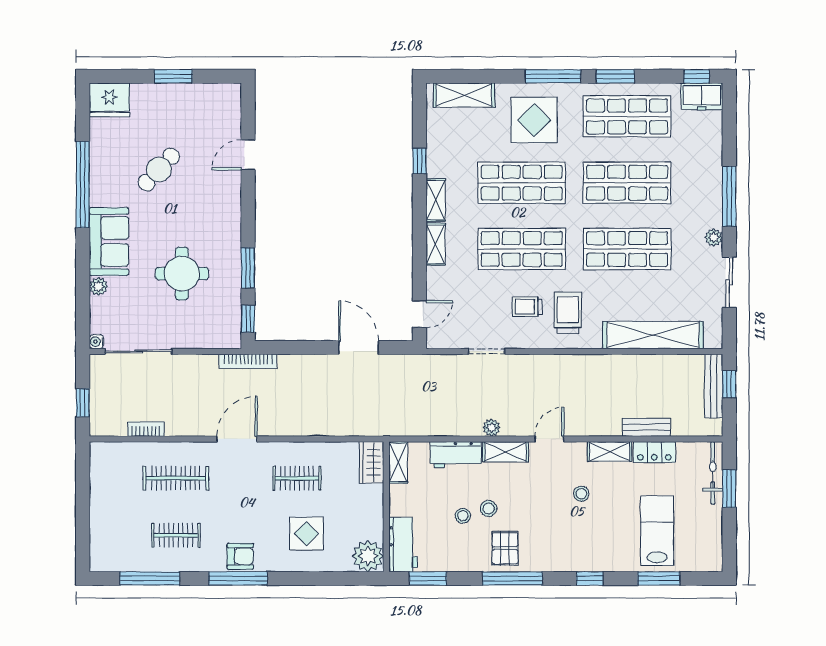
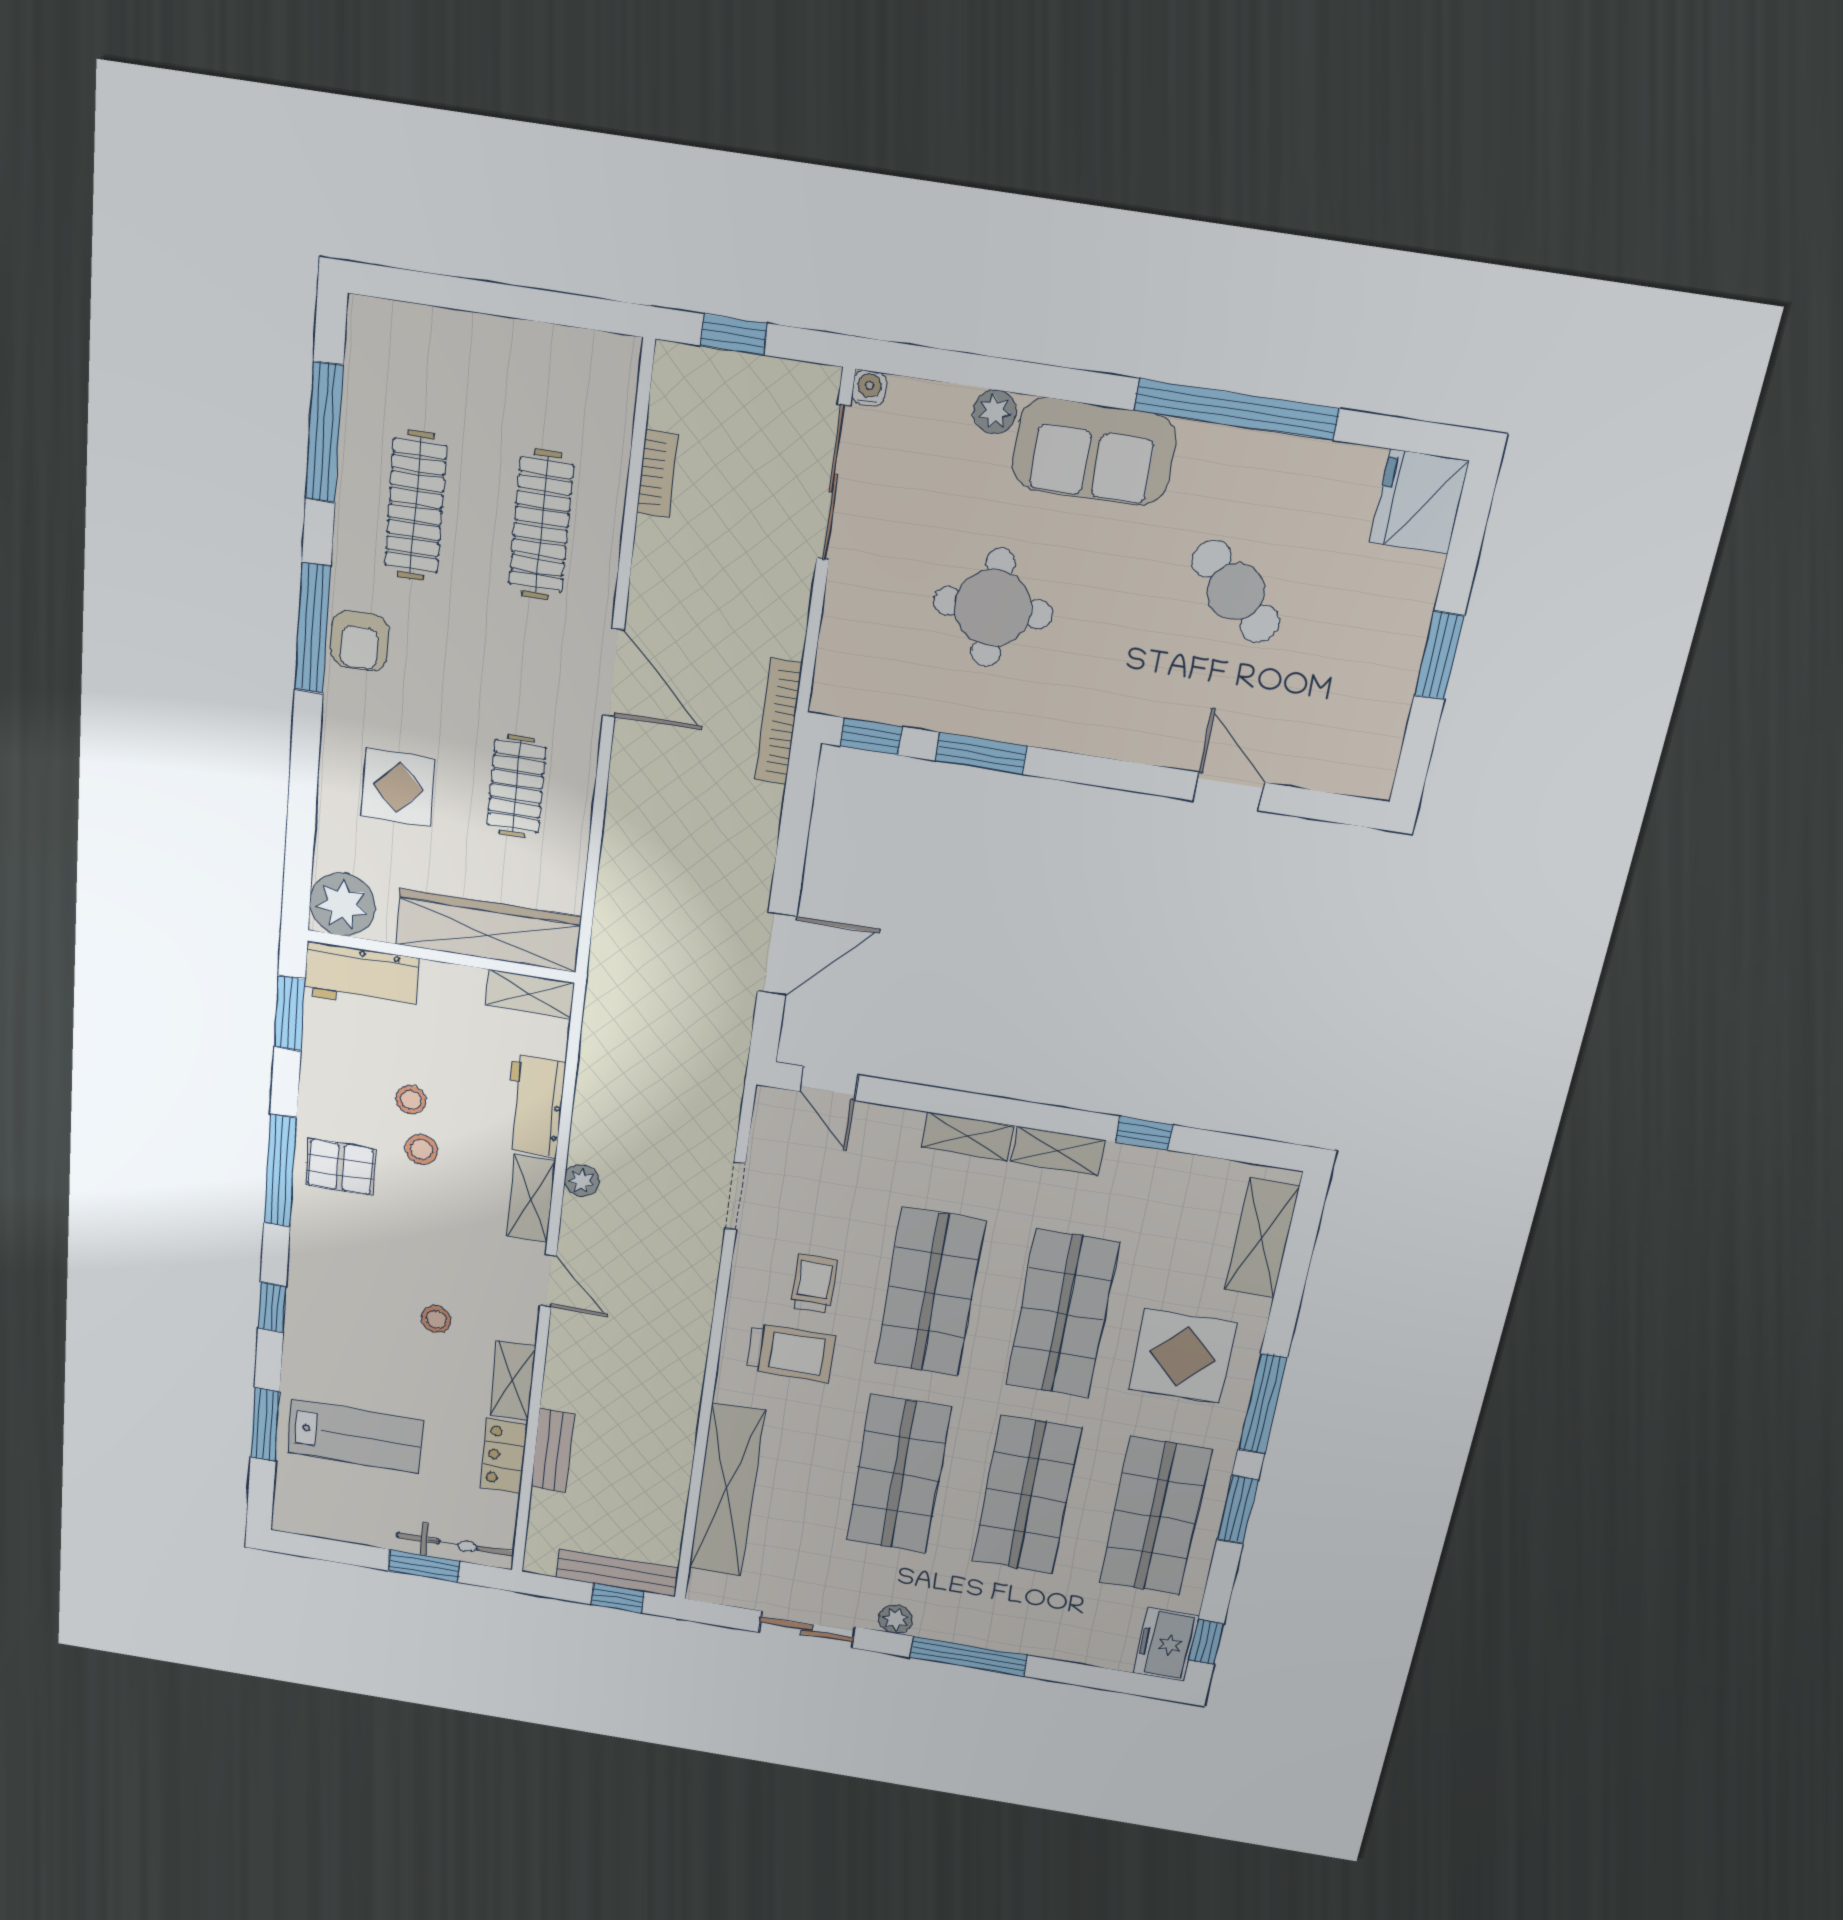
wardrobe: (372, 462) -> (488, 931), width x2.10, depth x1.17
clothes rail: (176, 535) -> (416, 506), width x1.36

